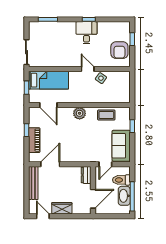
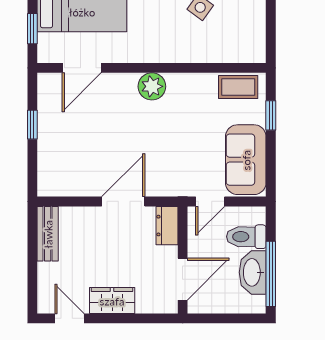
door: (48, 105) -> (82, 68), hinge flipped
coffee table: (106, 115) -> (238, 87), moved
piano: (34, 140) -> (50, 147), removed
door: (50, 164) -> (123, 201), moved
bench: (33, 183) -> (48, 234), width x0.73

